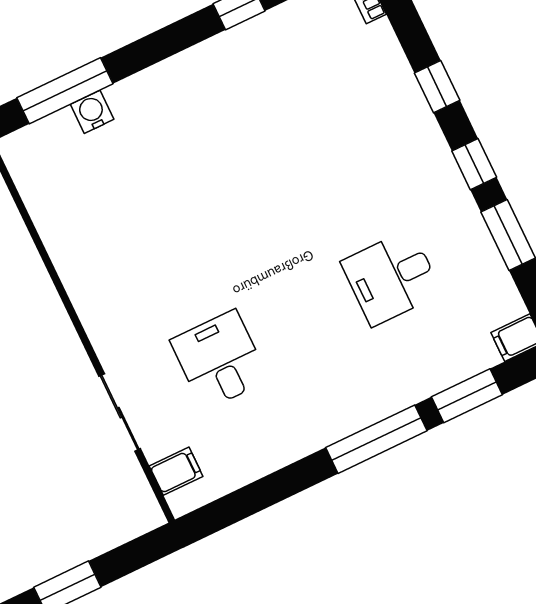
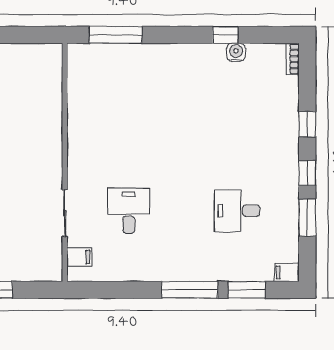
water cooler: (92, 112) -> (236, 52), moved

